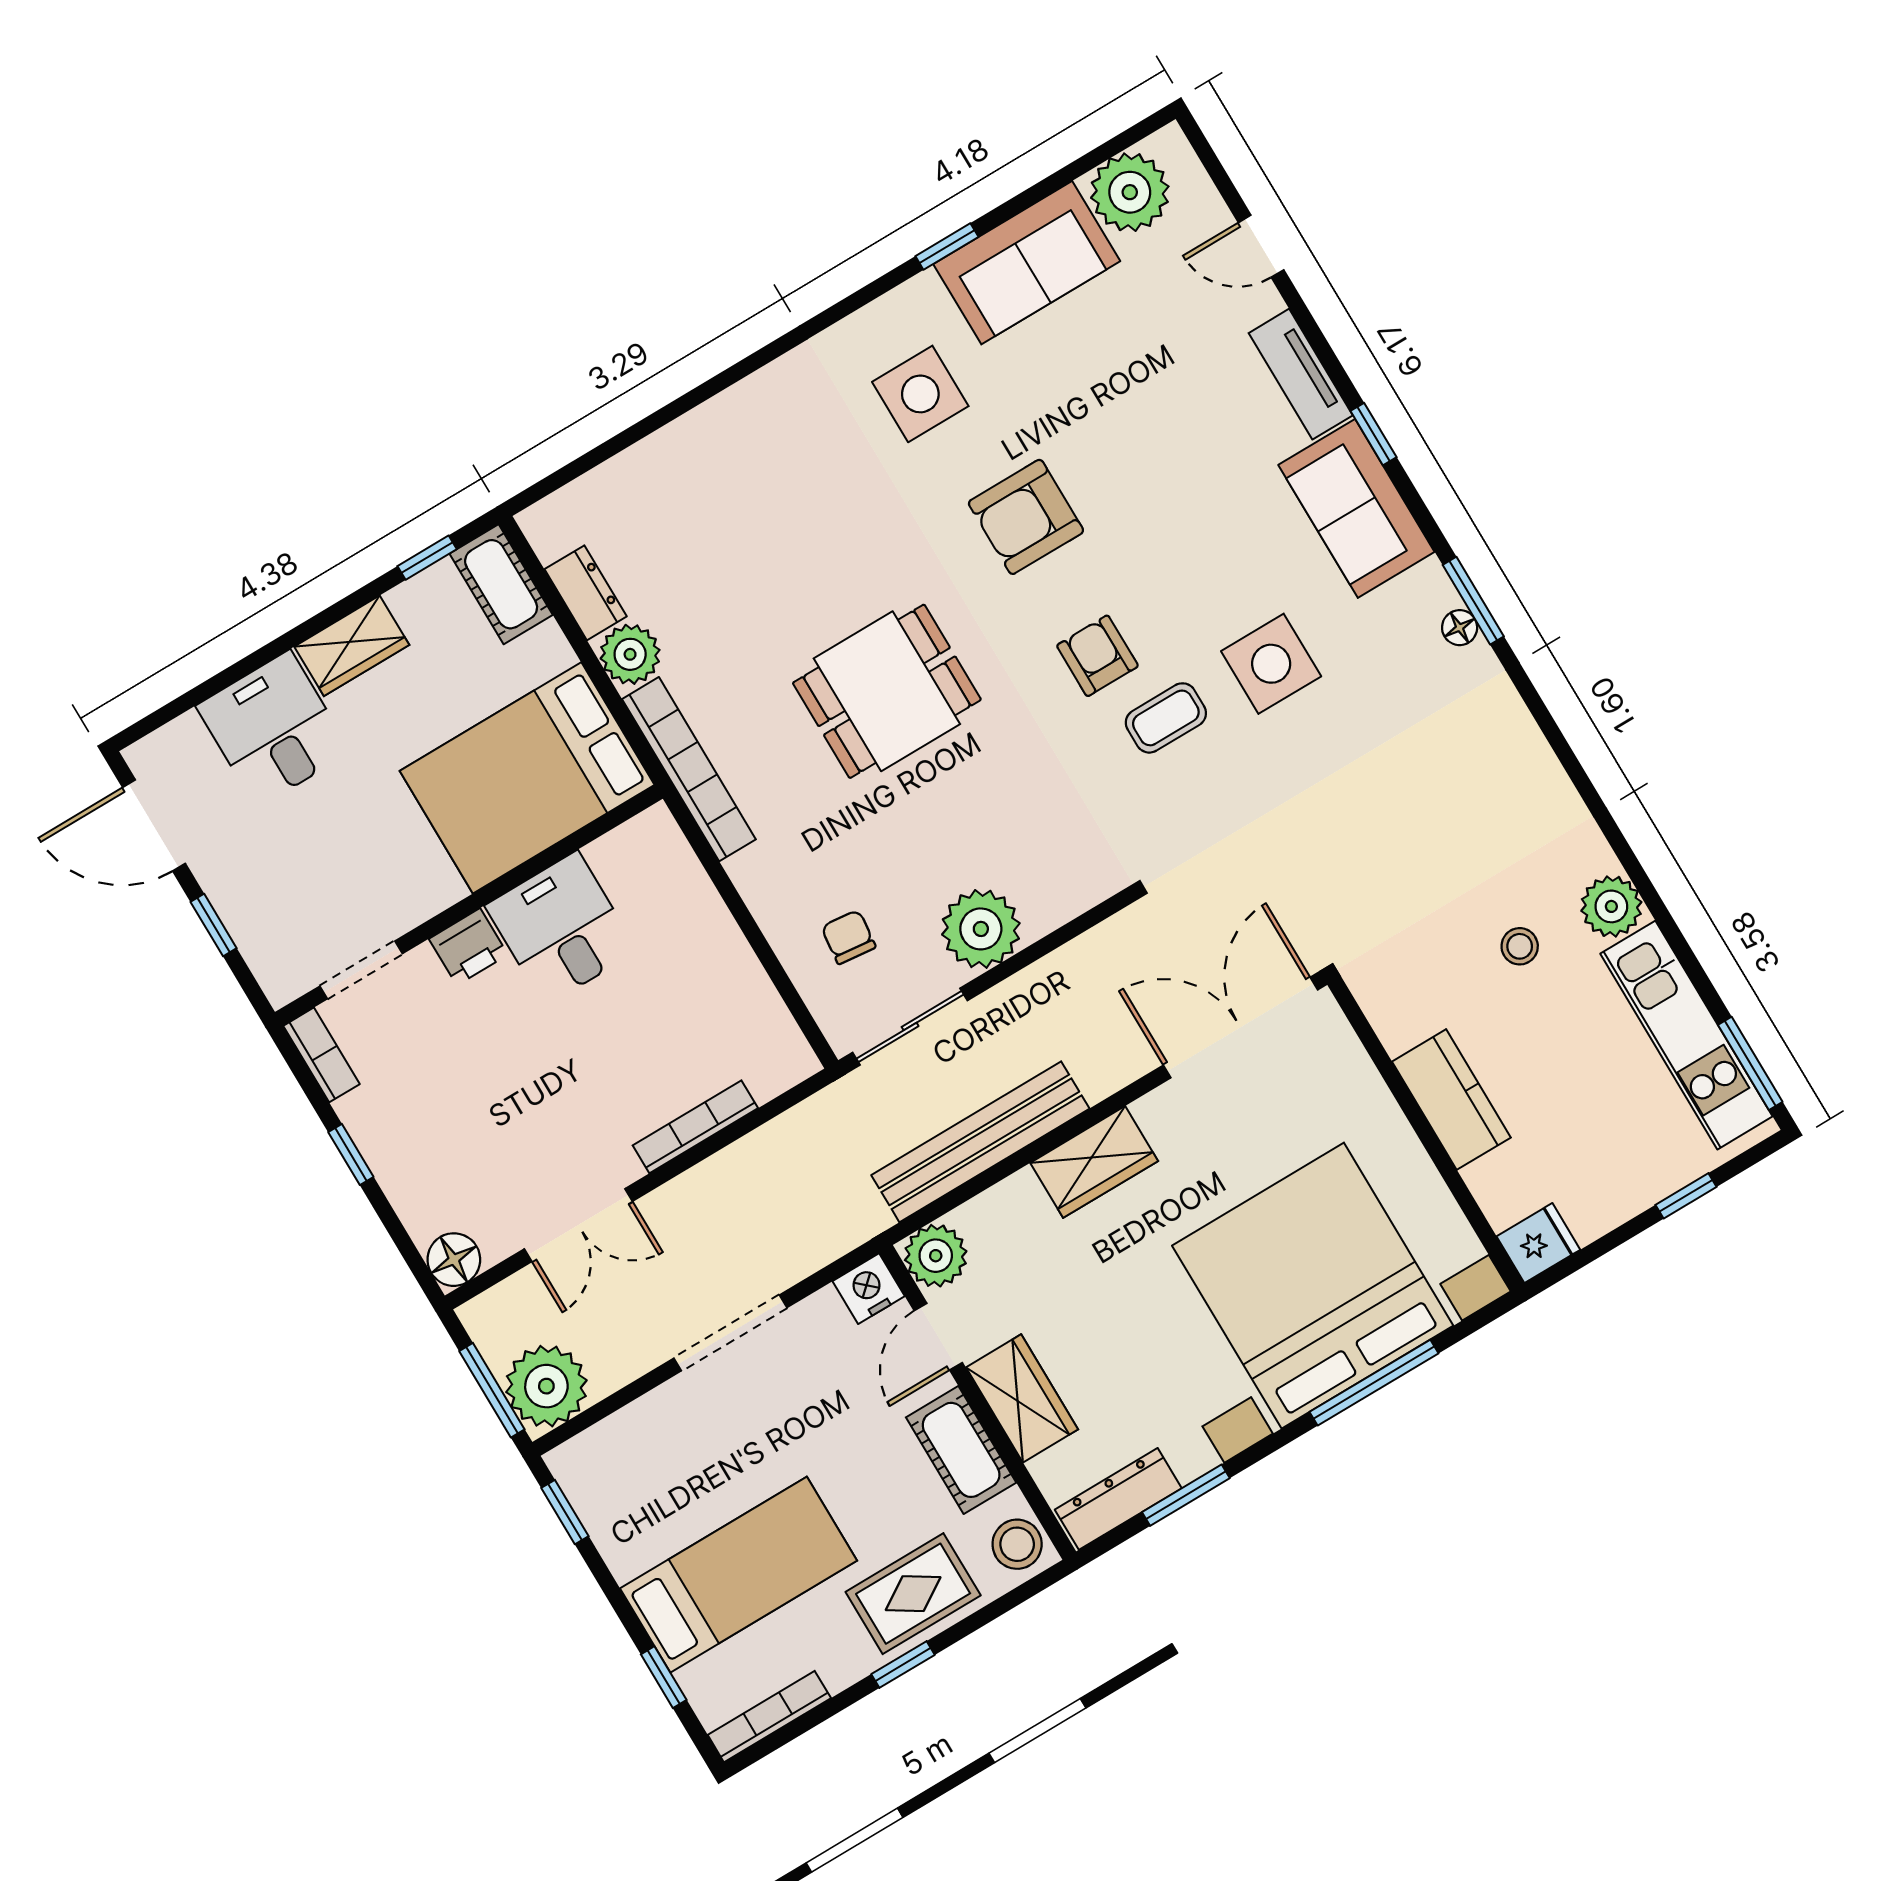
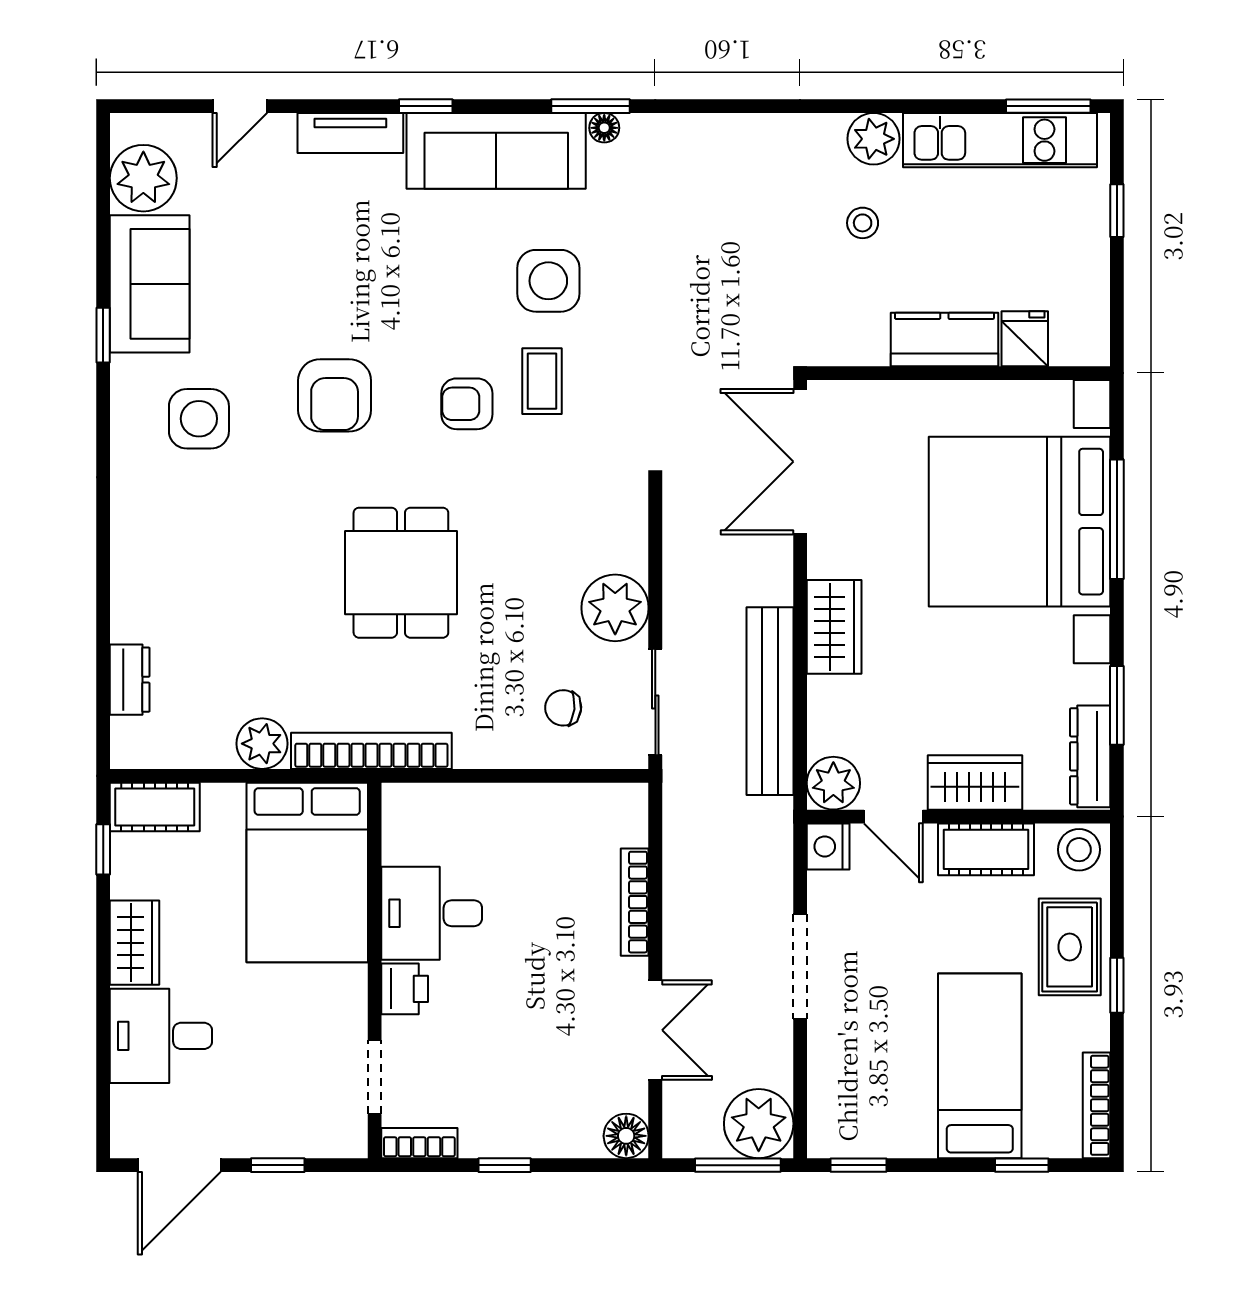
sofa: (1356, 508) -> (496, 151), width x1.36
dresser: (586, 593) -> (130, 680), moved, turned 90
fridge: (1538, 1243) -> (1025, 339), moved

